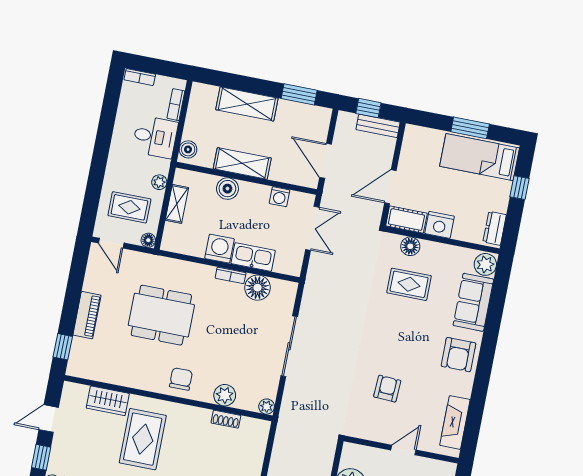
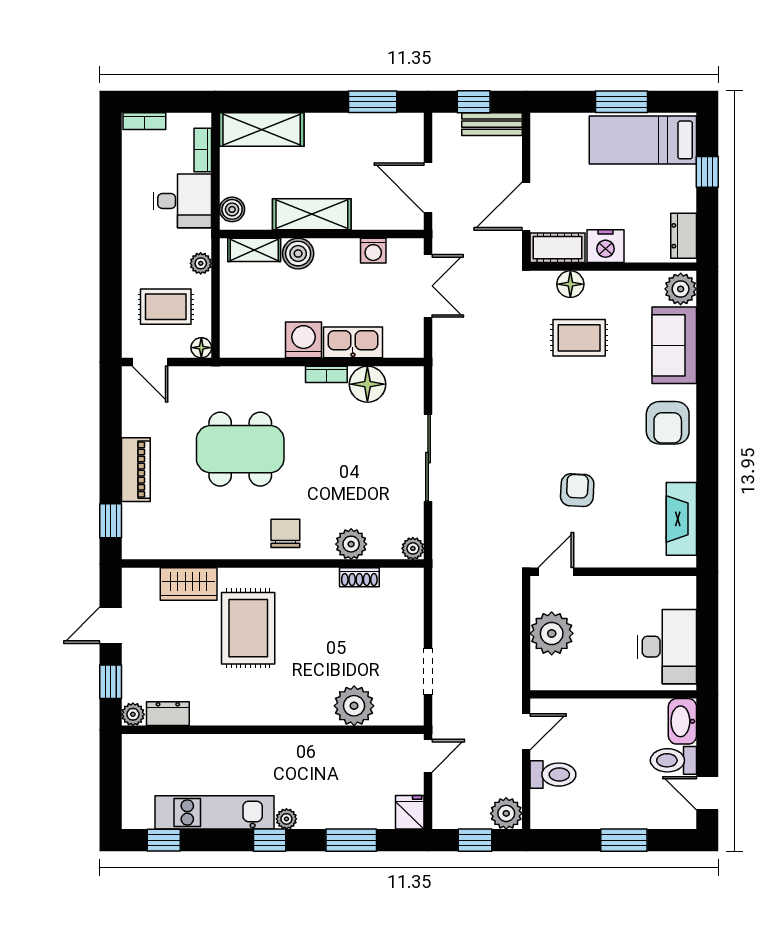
shelving: (247, 104) -> (262, 130), moved
shelving: (177, 204) -> (254, 250), moved, turned 90
door: (403, 450) -> (556, 572), moved

